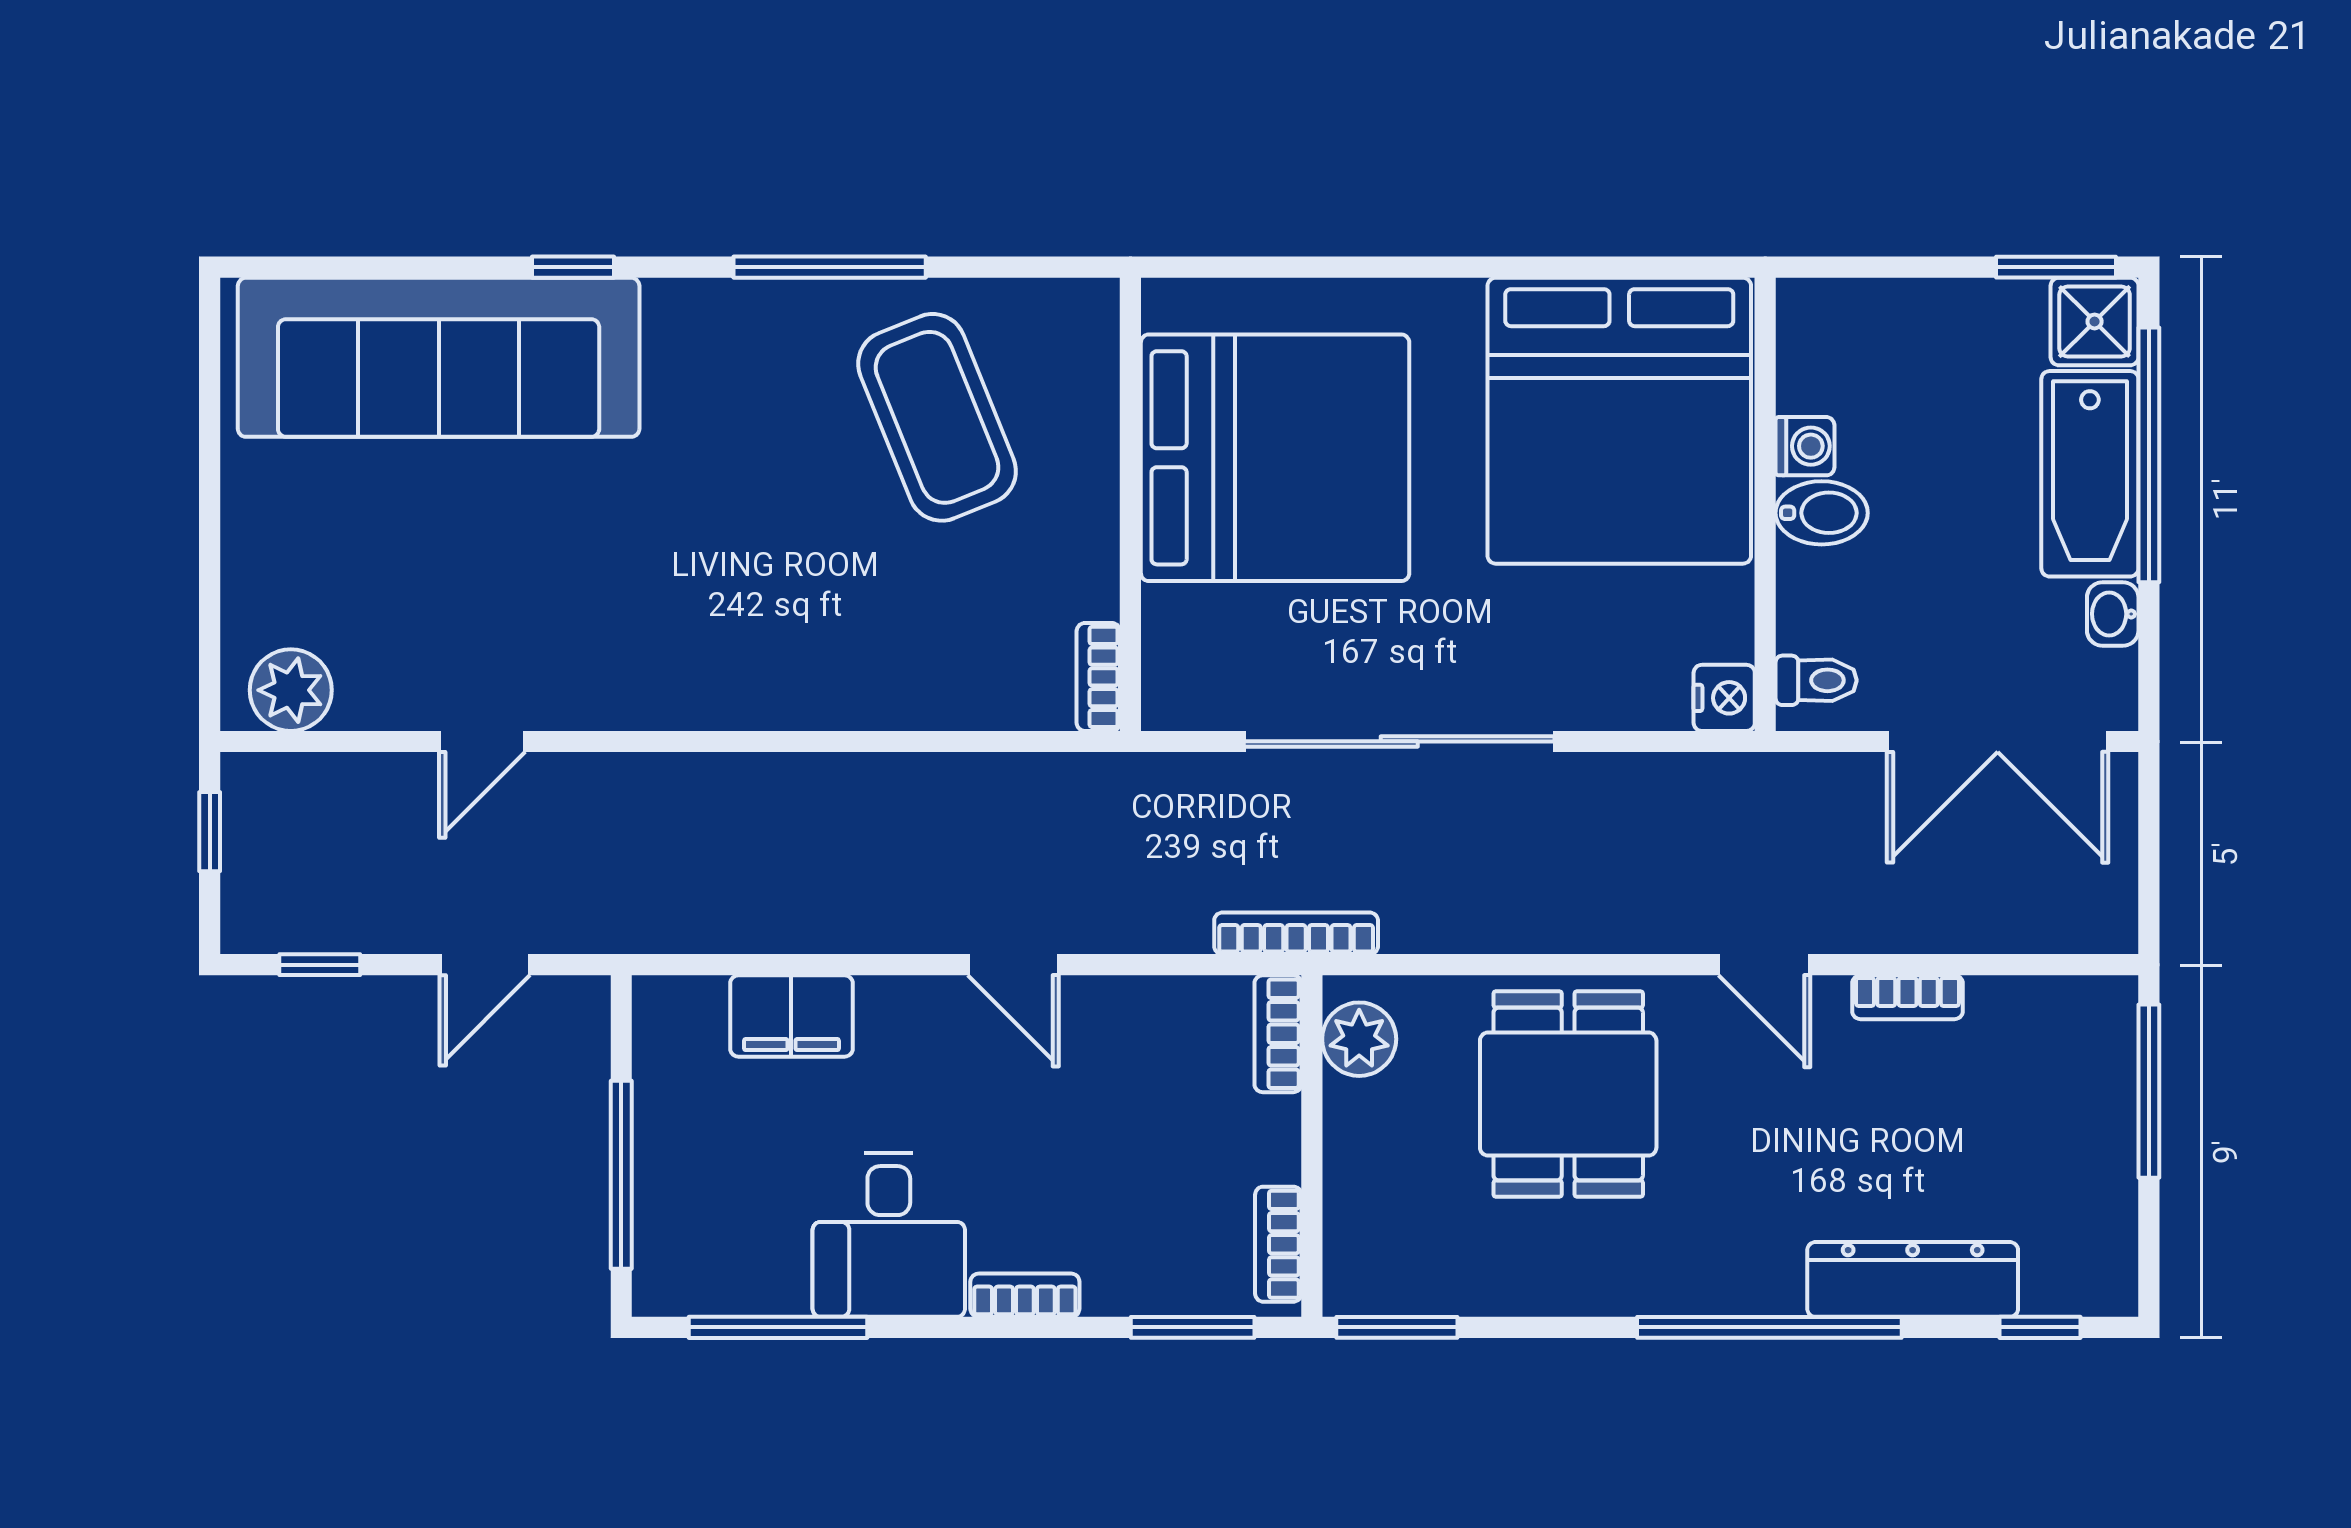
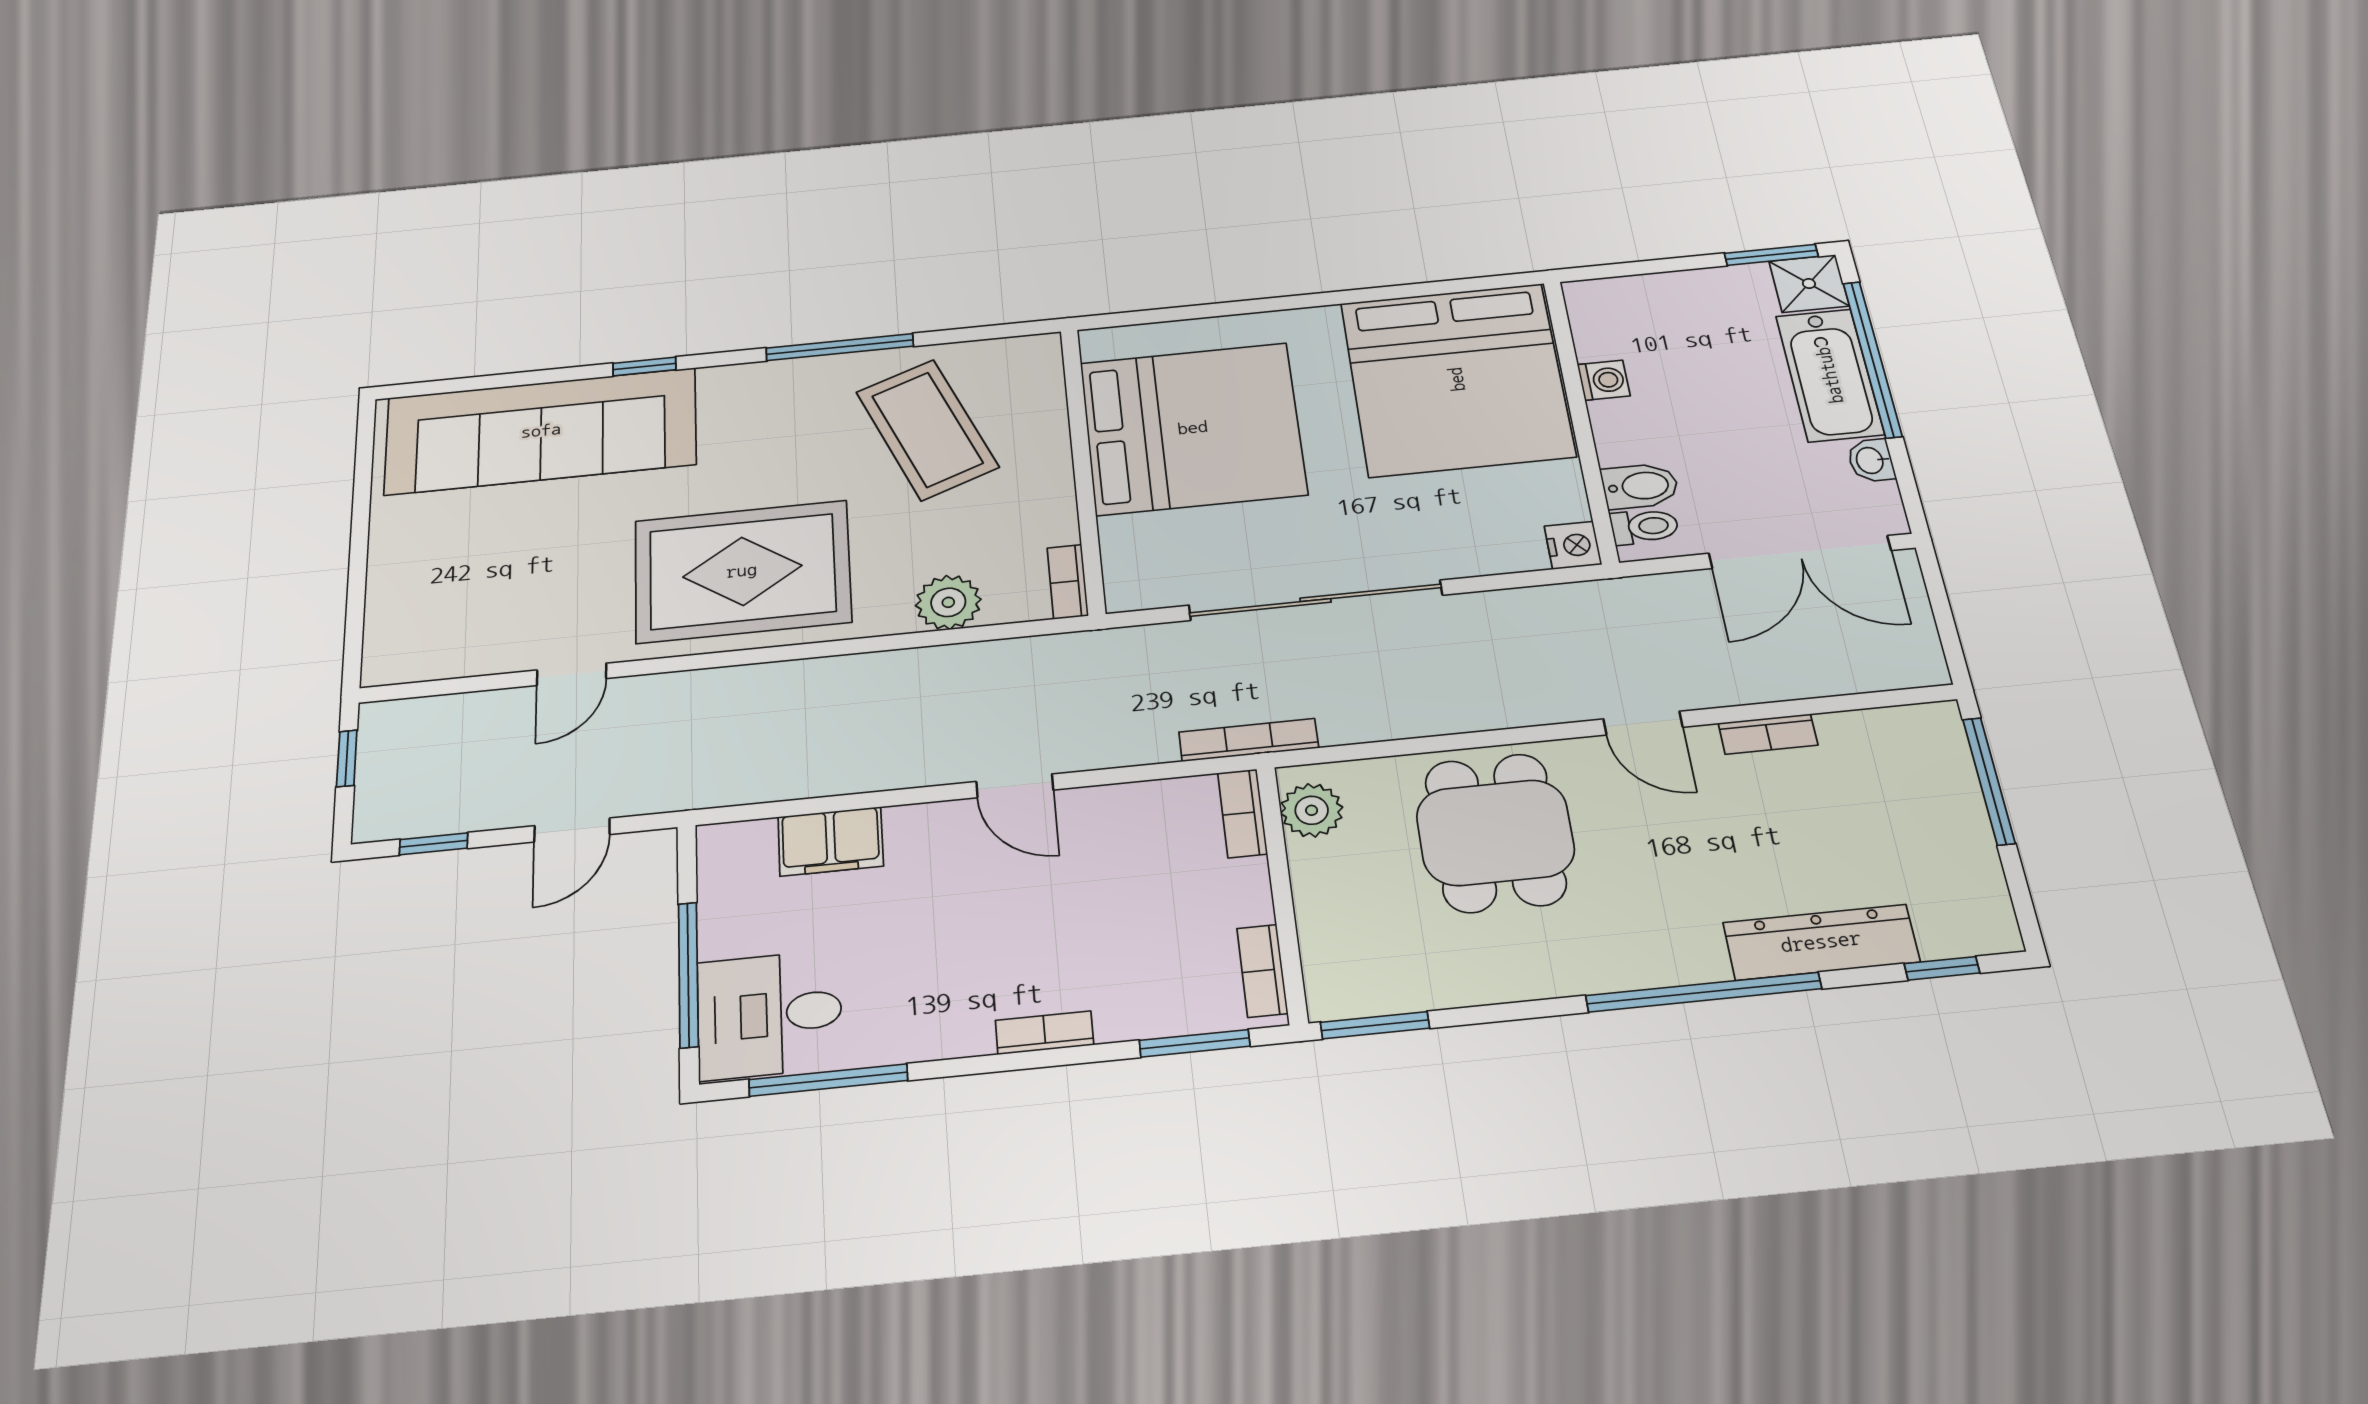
bidet: (1822, 513) -> (1640, 486), moved
rug: (695, 612) -> (742, 571), added
plant: (291, 690) -> (948, 602), moved
desk: (889, 1235) -> (770, 1015), moved, turned 90

